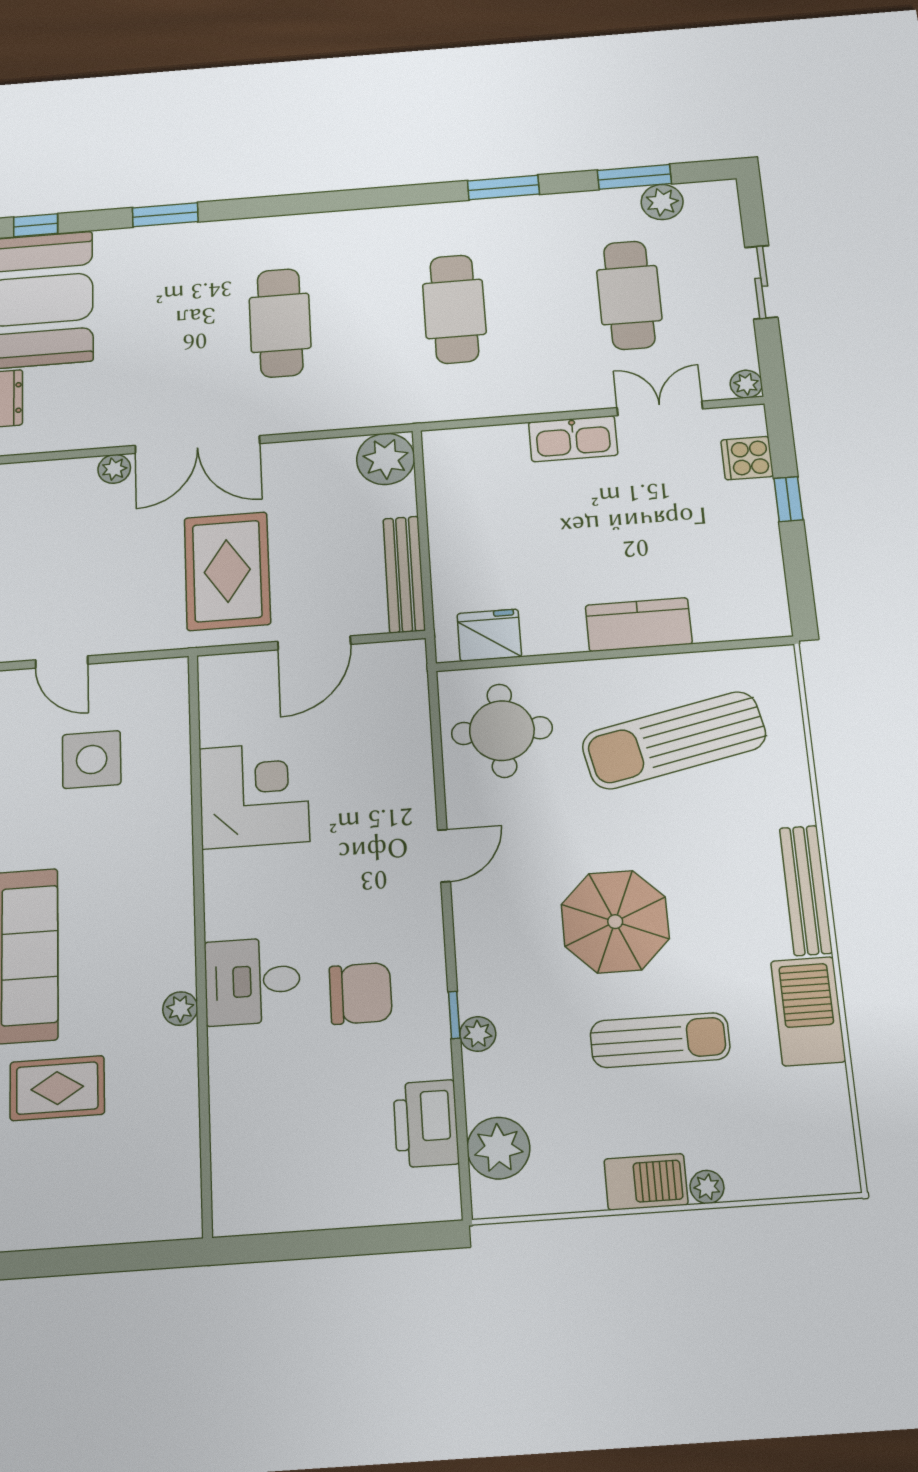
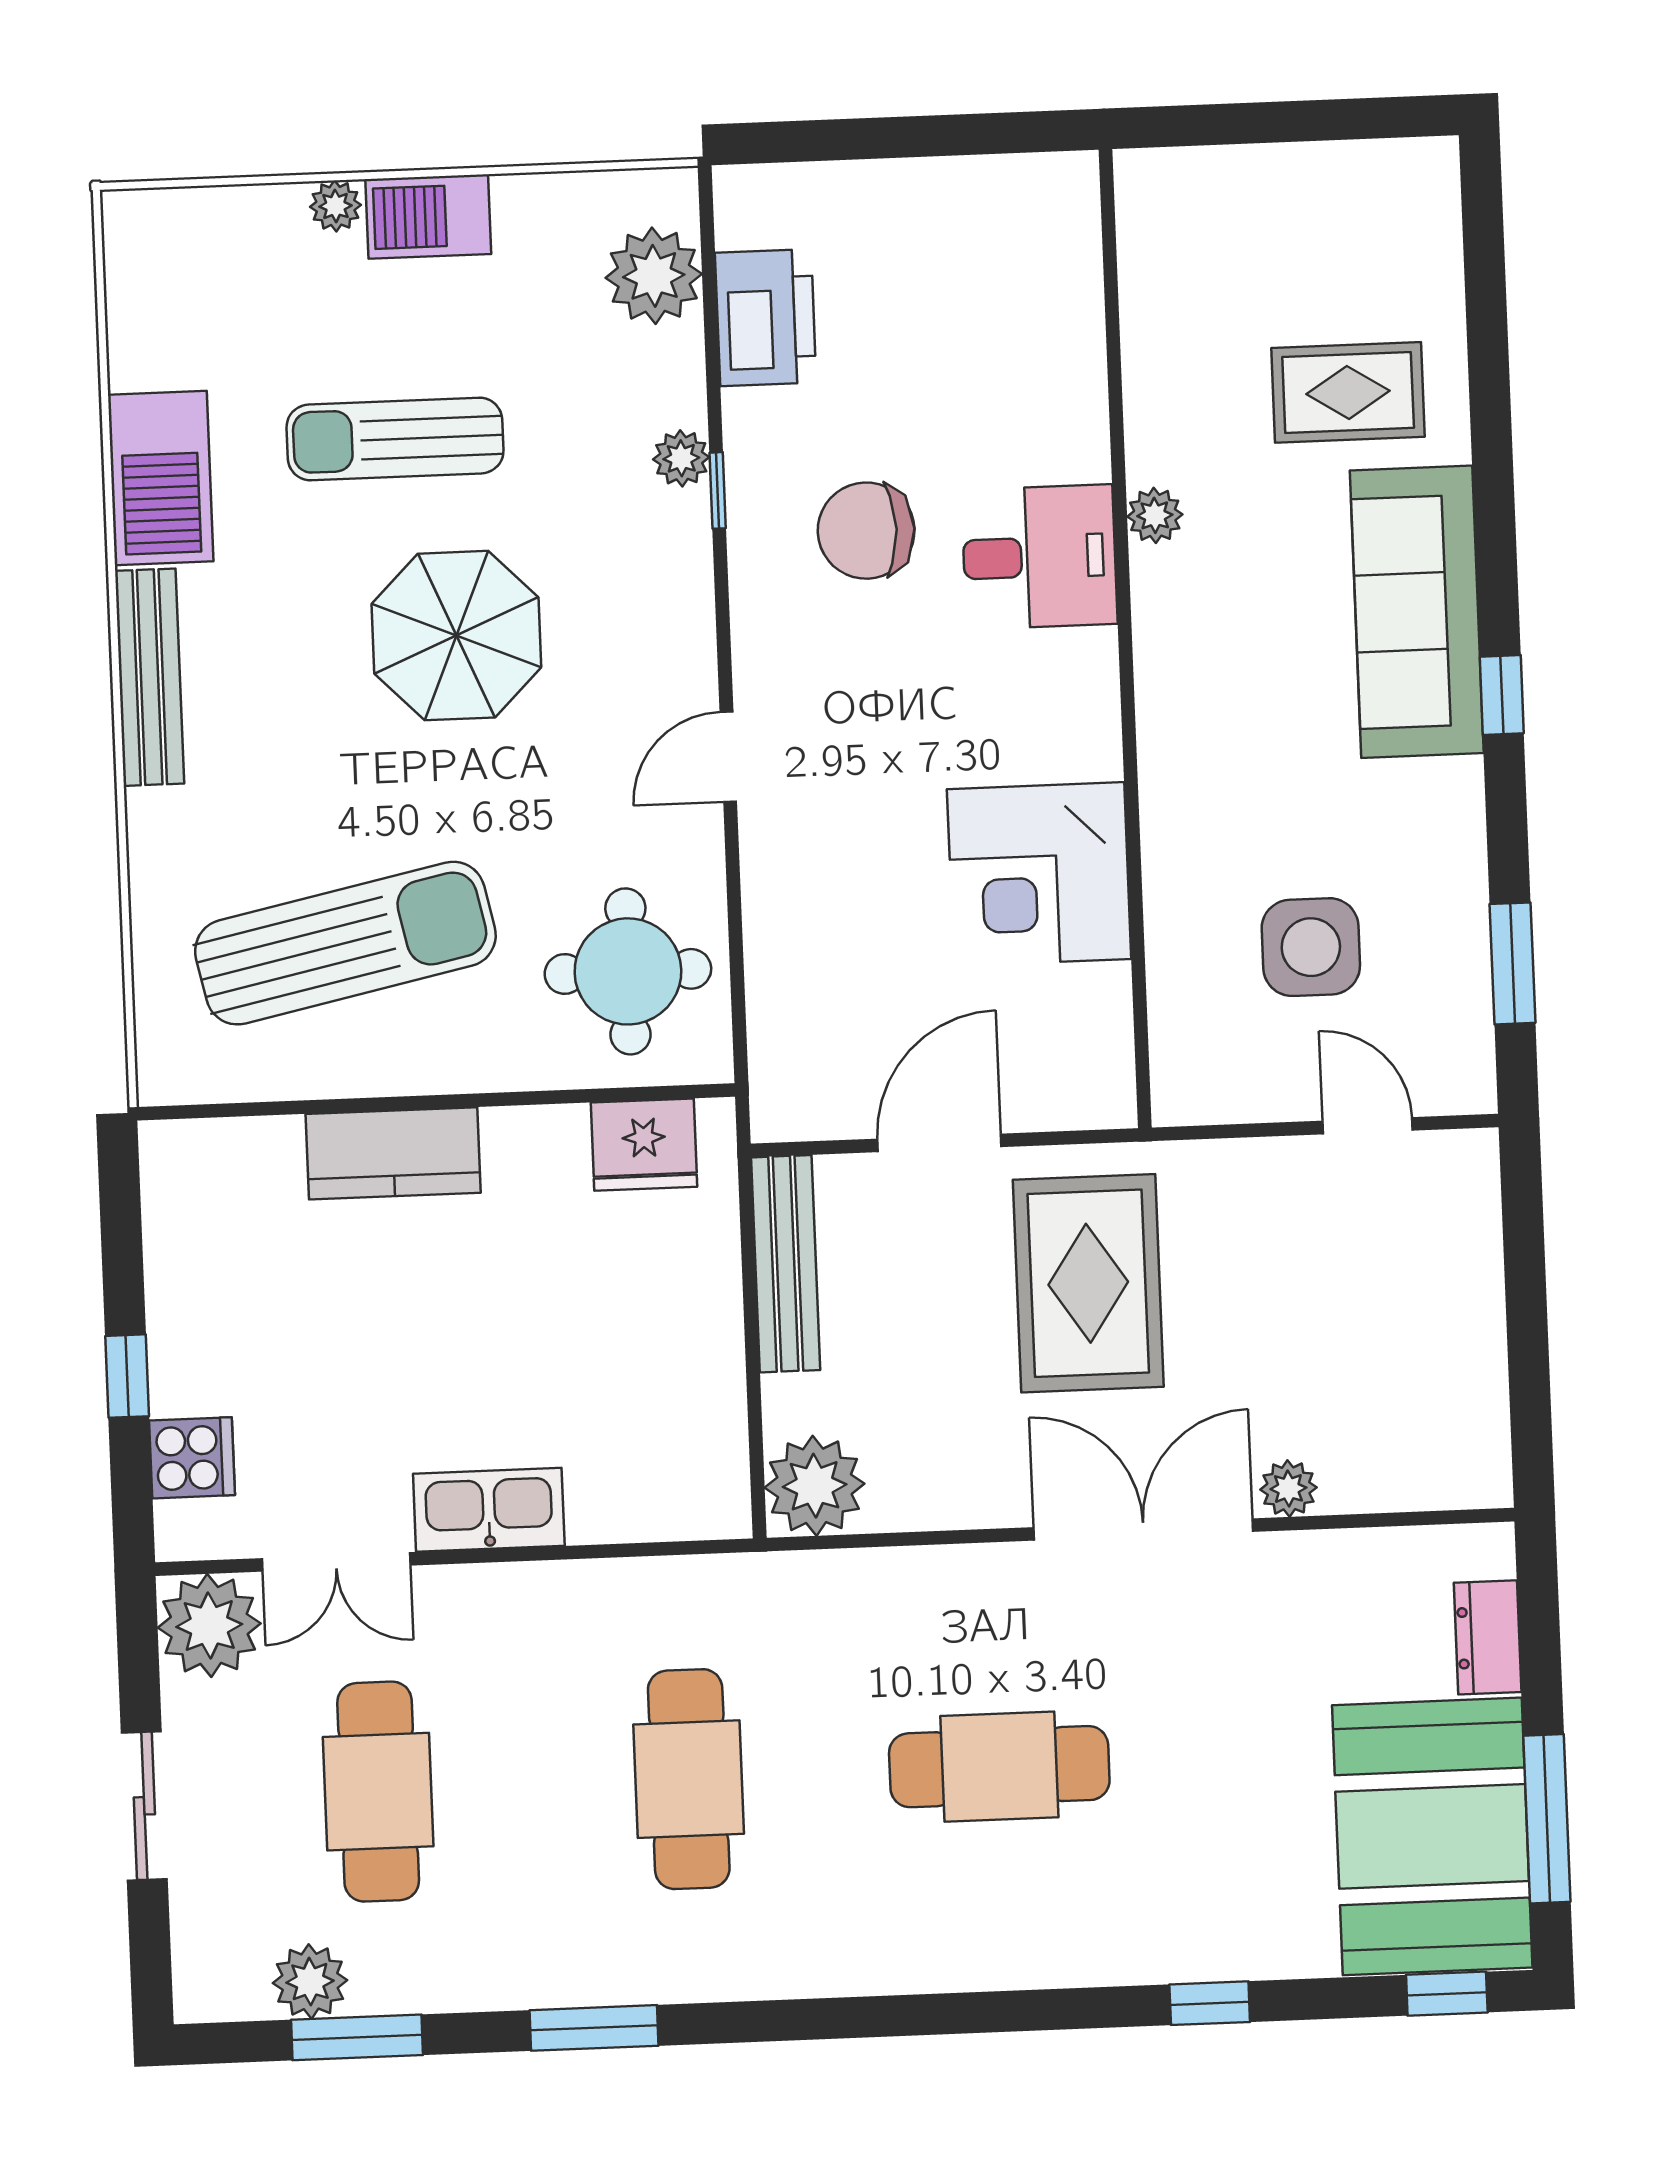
window: (165, 215) -> (1210, 2003), width x0.67
cafe table: (280, 323) -> (999, 1767), turned 90
plant: (746, 384) -> (209, 1625), width x1.88, depth x1.88

